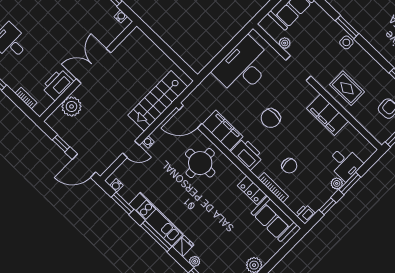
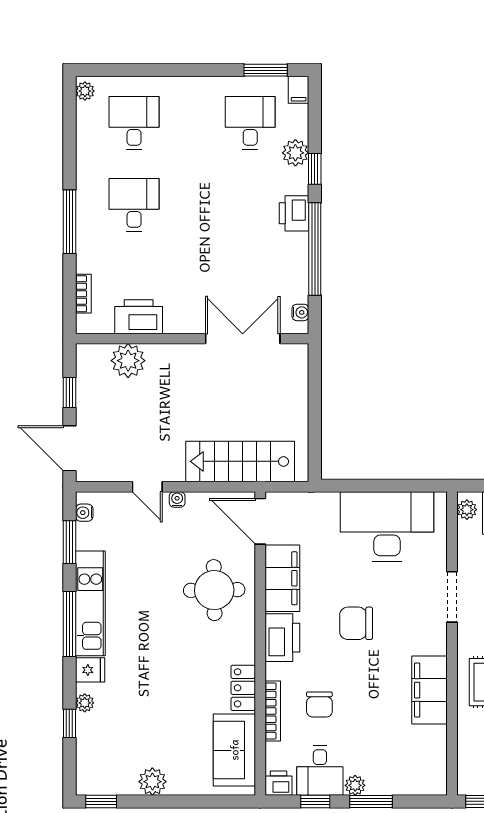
plant: (285, 43) -> (467, 510), moved
double door: (94, 66) -> (243, 339), moved
desk: (345, 163) -> (320, 771), moved

